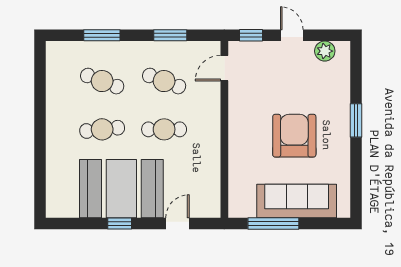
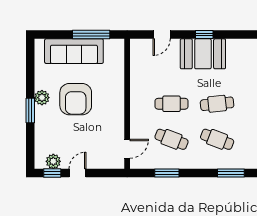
window: (102, 35) -> (231, 173), moved
window: (251, 35) -> (52, 173), moved
door: (292, 35) -> (78, 173), swing flipped
plant: (340, 138) -> (42, 98), added
booth: (121, 189) -> (203, 54), width x0.73, depth x0.70

